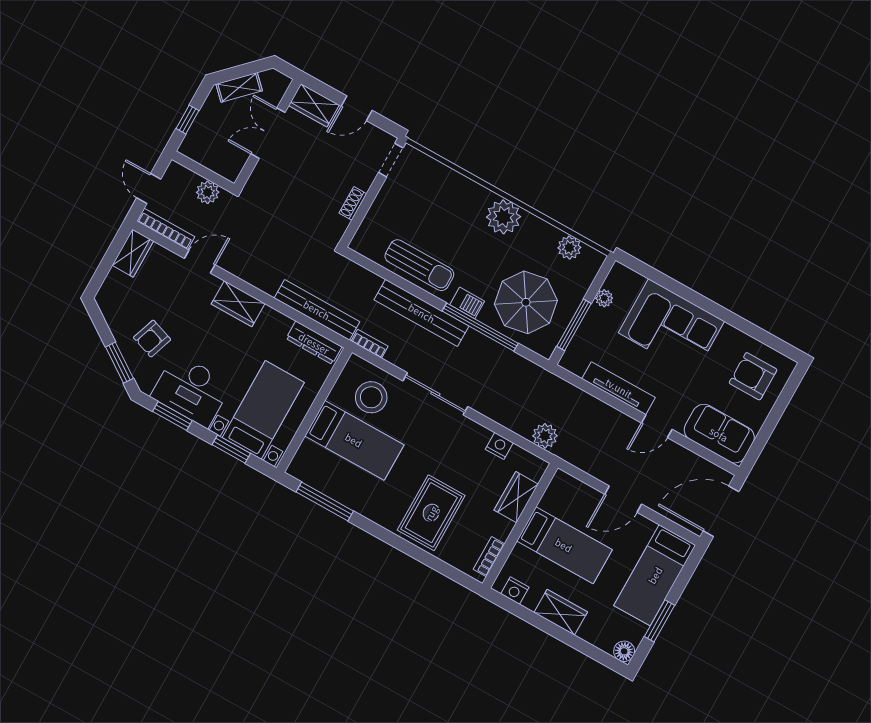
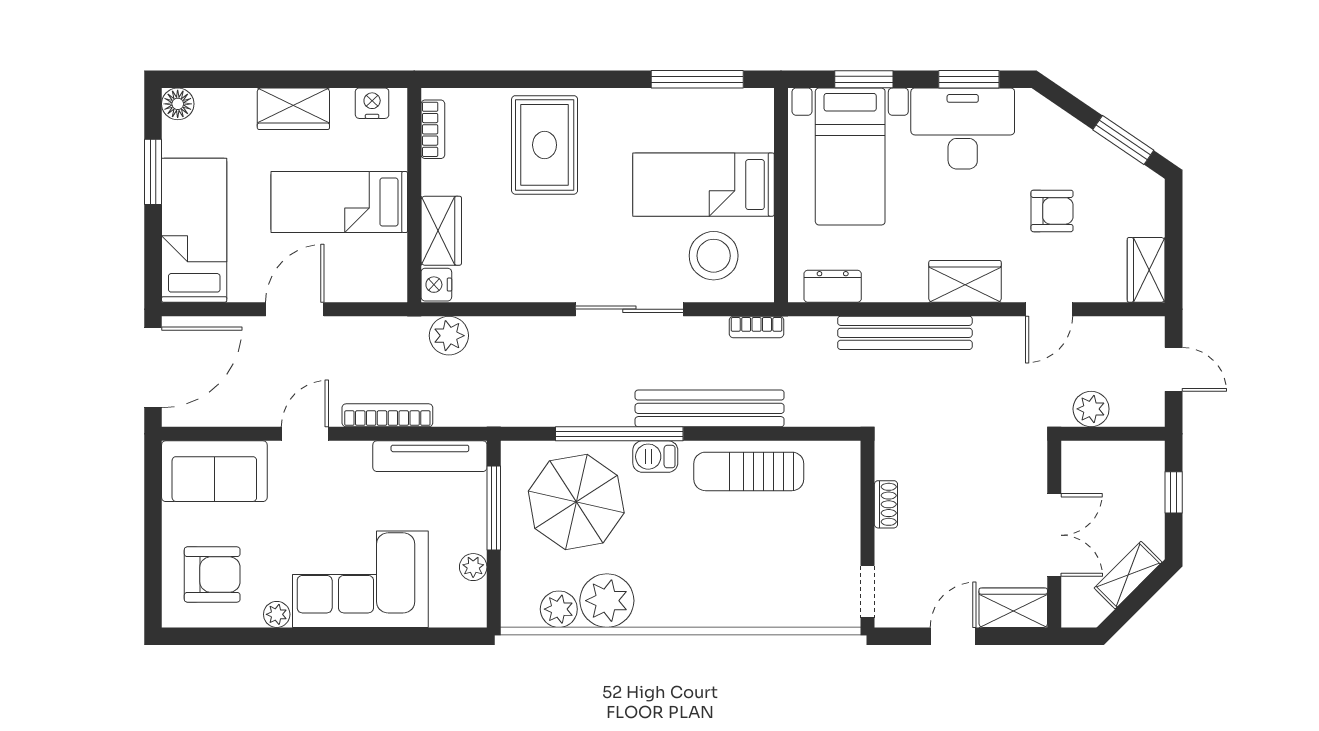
plant: (503, 217) -> (607, 601), moved
bookcase: (166, 229) -> (387, 415), moved, turned 180
bench: (317, 310) -> (905, 333), moved
plant: (729, 334) -> (277, 614), added
armchair: (152, 339) -> (1052, 211), moved, turned 71
dresser: (314, 343) -> (833, 286), width x0.70
window: (119, 363) -> (1123, 140), moved
tv unit: (619, 388) -> (430, 456), moved
nightstand: (499, 446) -> (436, 285), moved, turned 90

